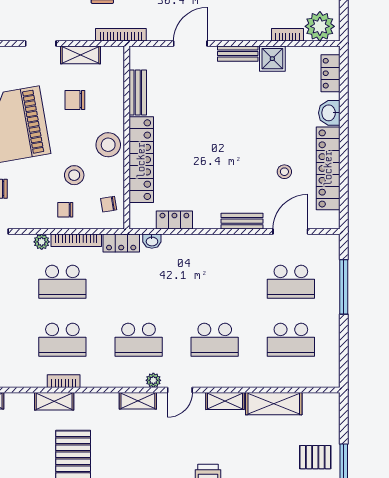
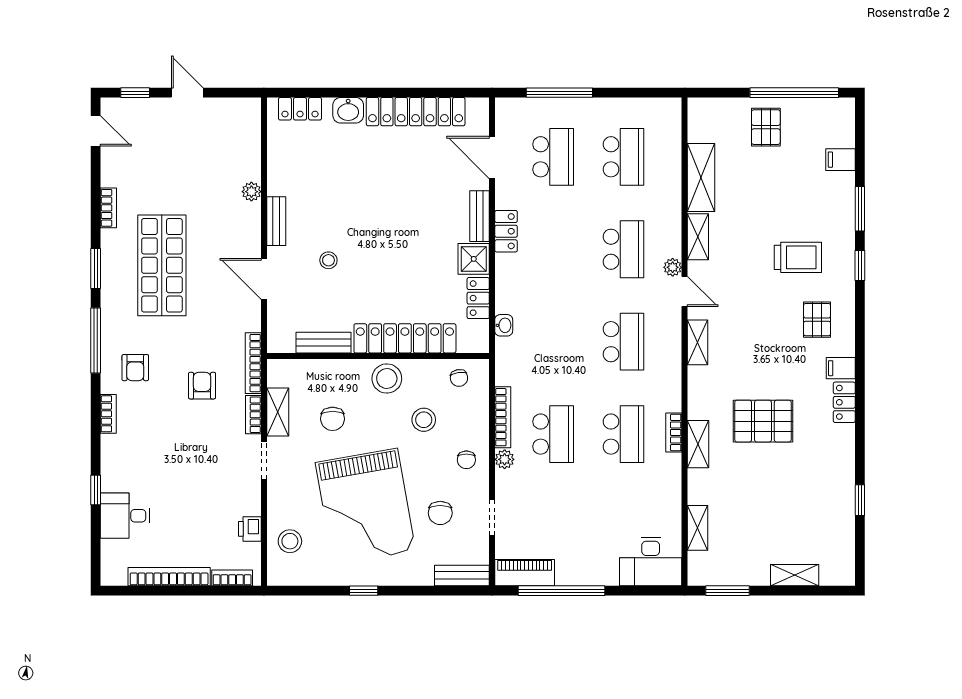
plant: (320, 26) -> (251, 192), moved, width x0.53, depth x0.53
bookcase: (288, 35) -> (253, 415), moved
shower: (272, 59) -> (474, 259), moved
stool: (284, 172) -> (328, 260), moved
chair: (65, 210) -> (466, 460), moved
locker: (121, 243) -> (506, 231), moved
plant: (153, 380) -> (673, 267), moved

